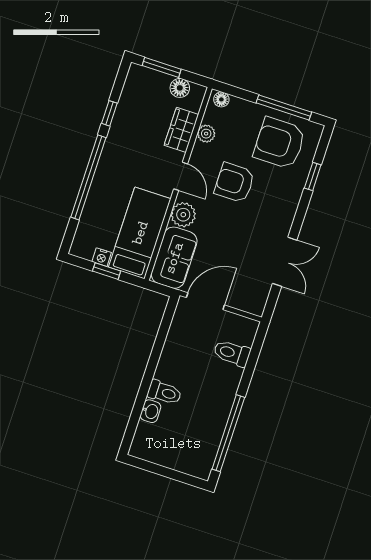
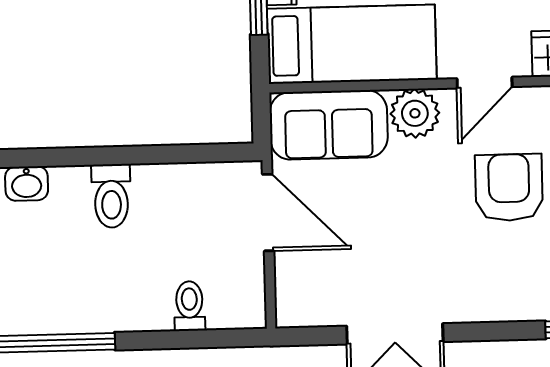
toilet: (232, 353) -> (189, 306), width x0.73, depth x0.72
toilet: (164, 392) -> (111, 196), moved

